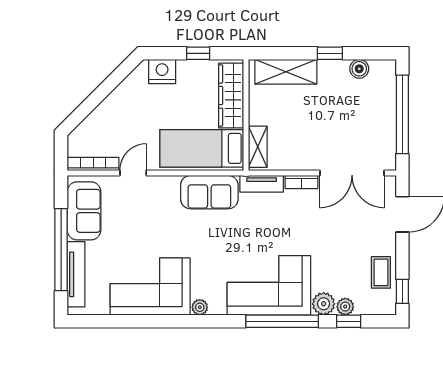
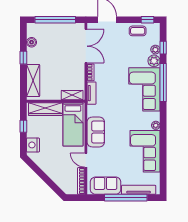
sofa: (209, 192) -> (96, 132), moved

